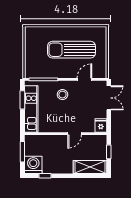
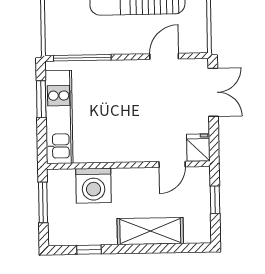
stool: (62, 95) -> (121, 87), removed
door: (75, 134) -> (172, 164), moved
washing machine: (33, 165) -> (93, 186), moved, turned 180
shelving: (90, 167) -> (150, 231), moved

